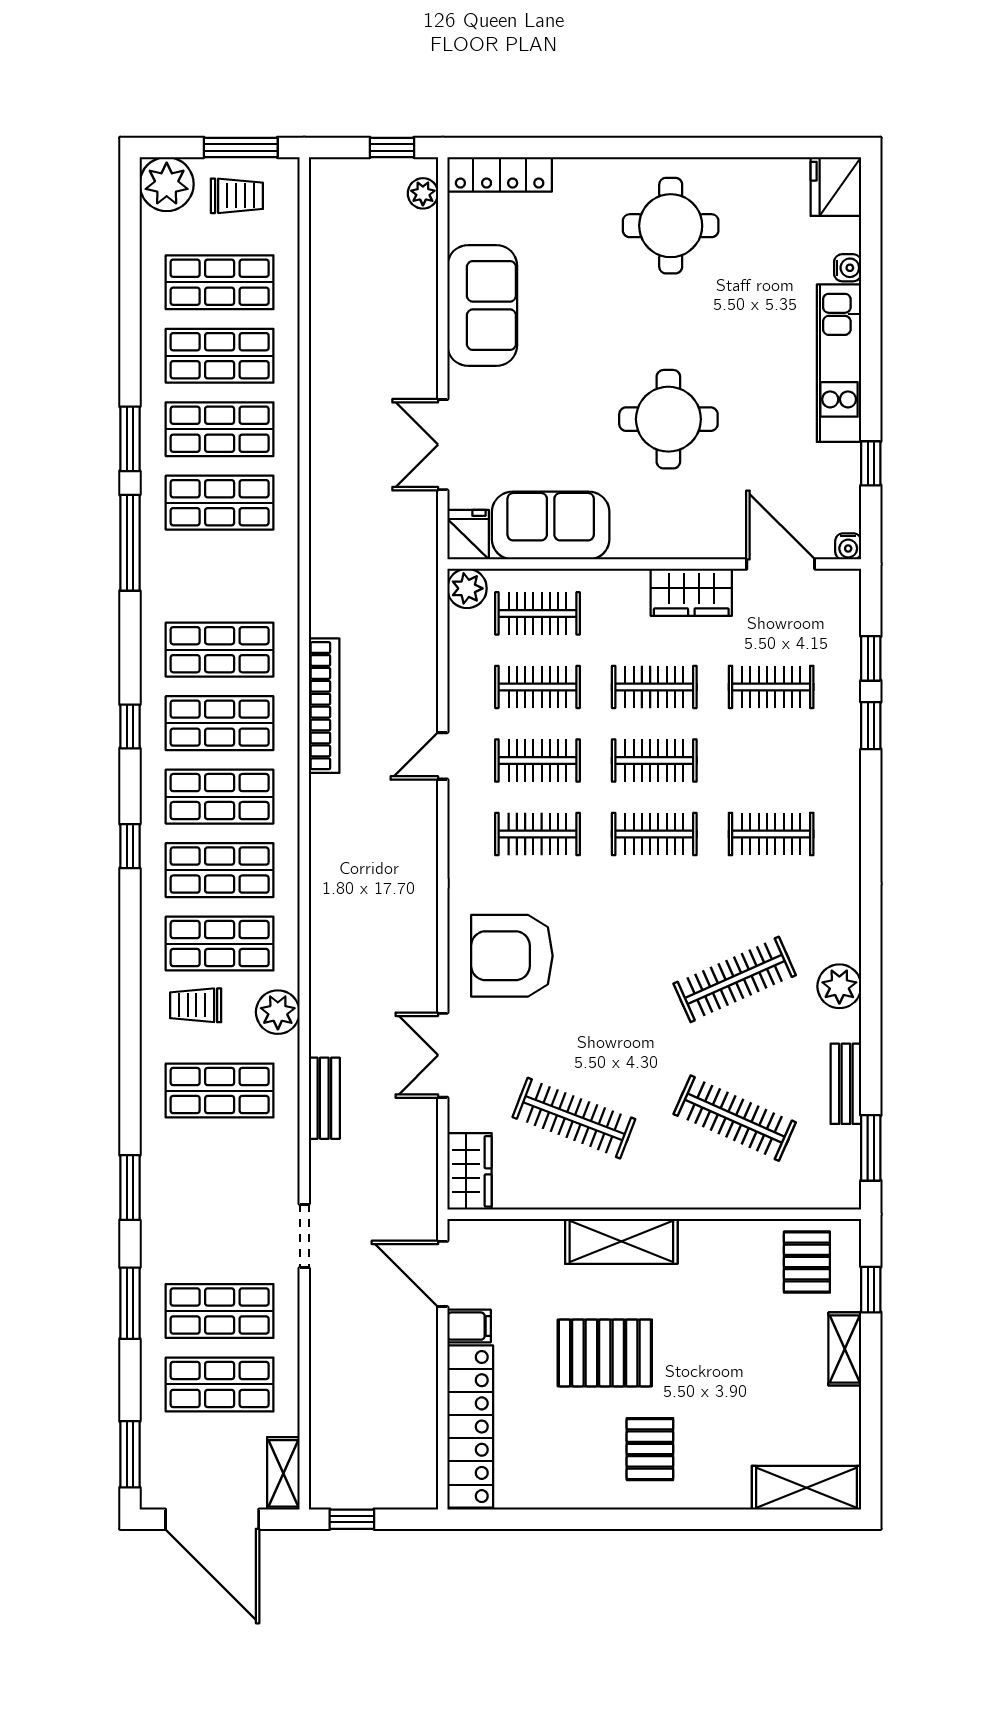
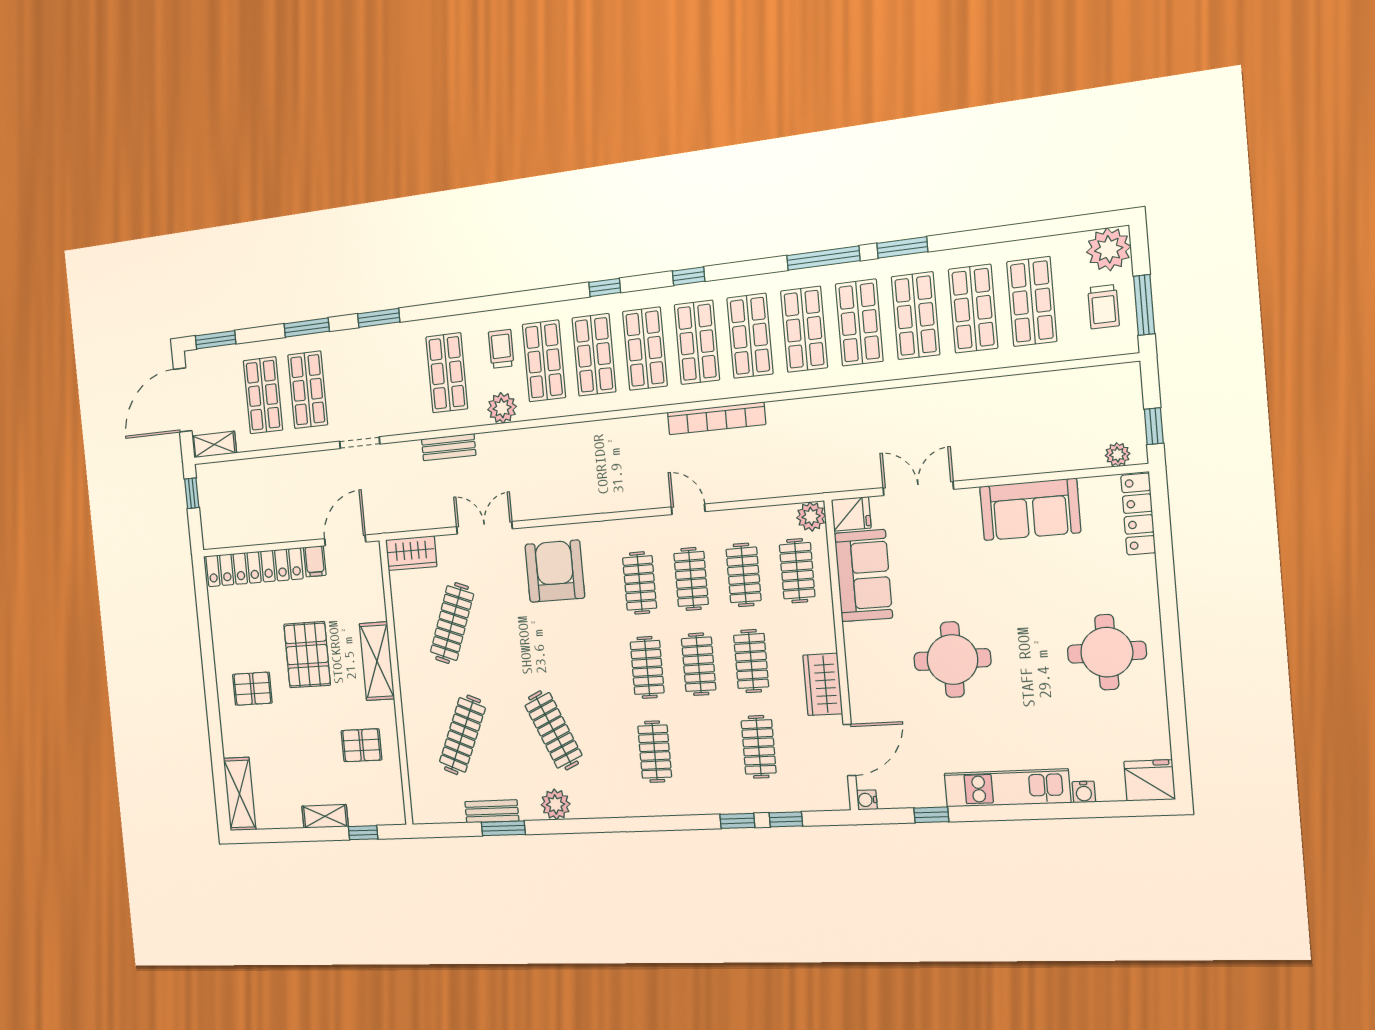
shop shelf: (220, 576) -> (804, 329), added
window: (871, 1148) -> (503, 828), moved
pallet: (807, 1262) -> (361, 745), moved

